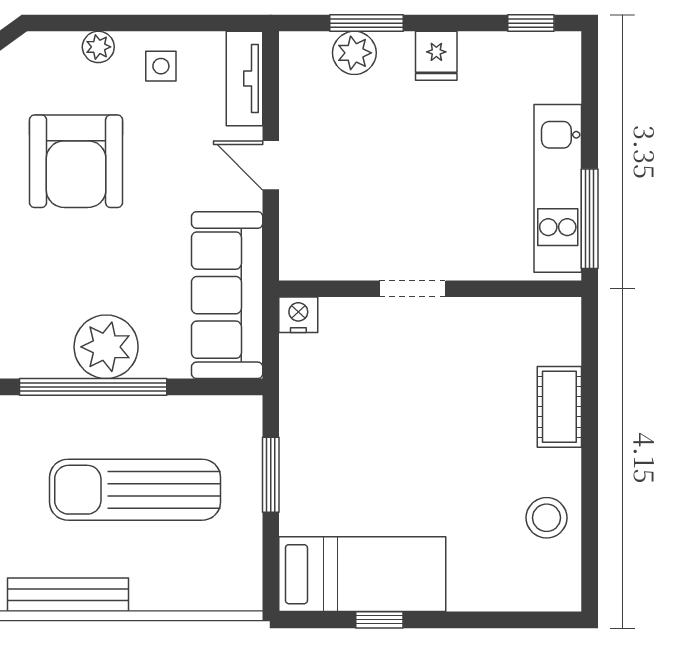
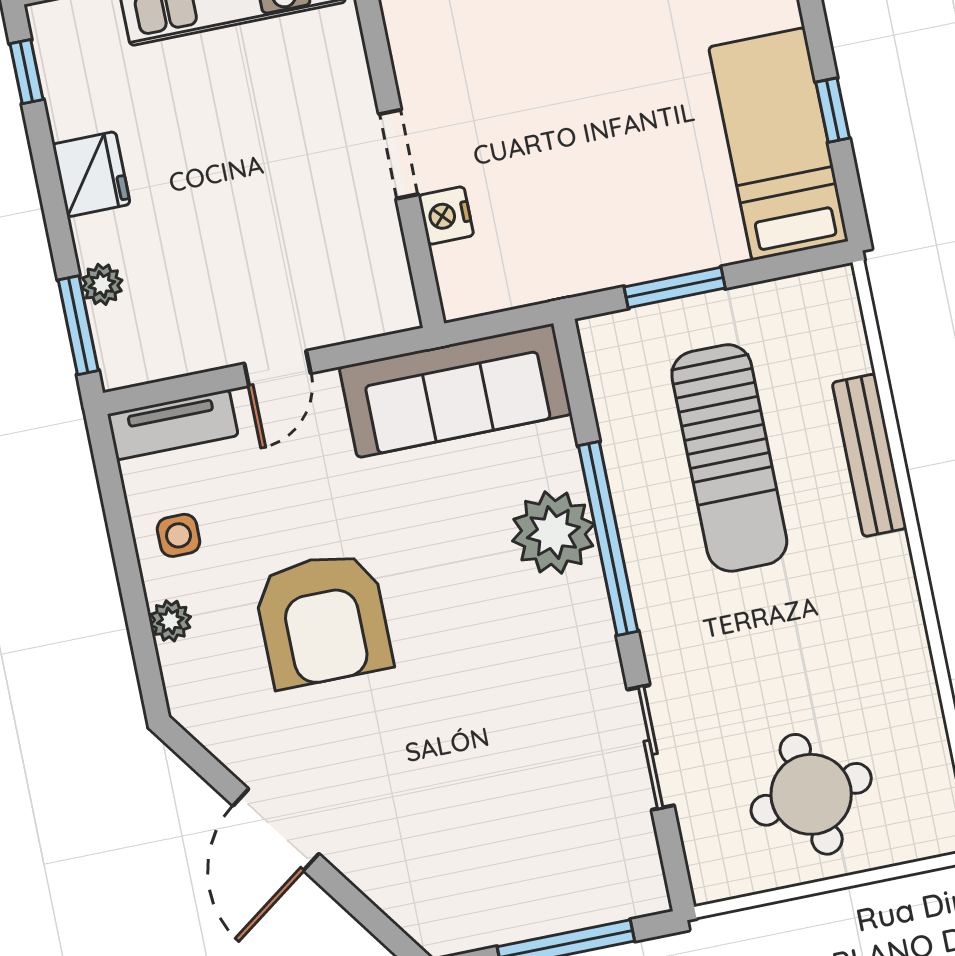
window: (366, 23) -> (78, 325), moved
plant: (354, 53) -> (102, 284), width x0.73, depth x0.73
fridge: (436, 56) -> (91, 174), width x1.38
armchair: (76, 161) -> (323, 620), turned 90
nightstand: (298, 315) -> (446, 216), moved
bench: (68, 595) -> (869, 455), moved

